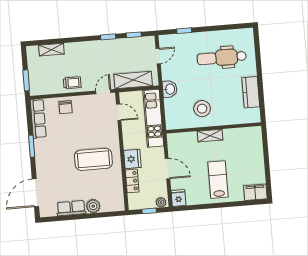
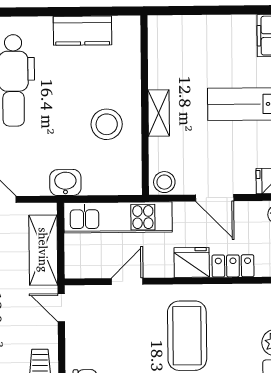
door: (119, 112) -> (127, 281), moved
stool: (174, 141) -> (164, 182), added
door: (167, 169) -> (215, 198), swing flipped

